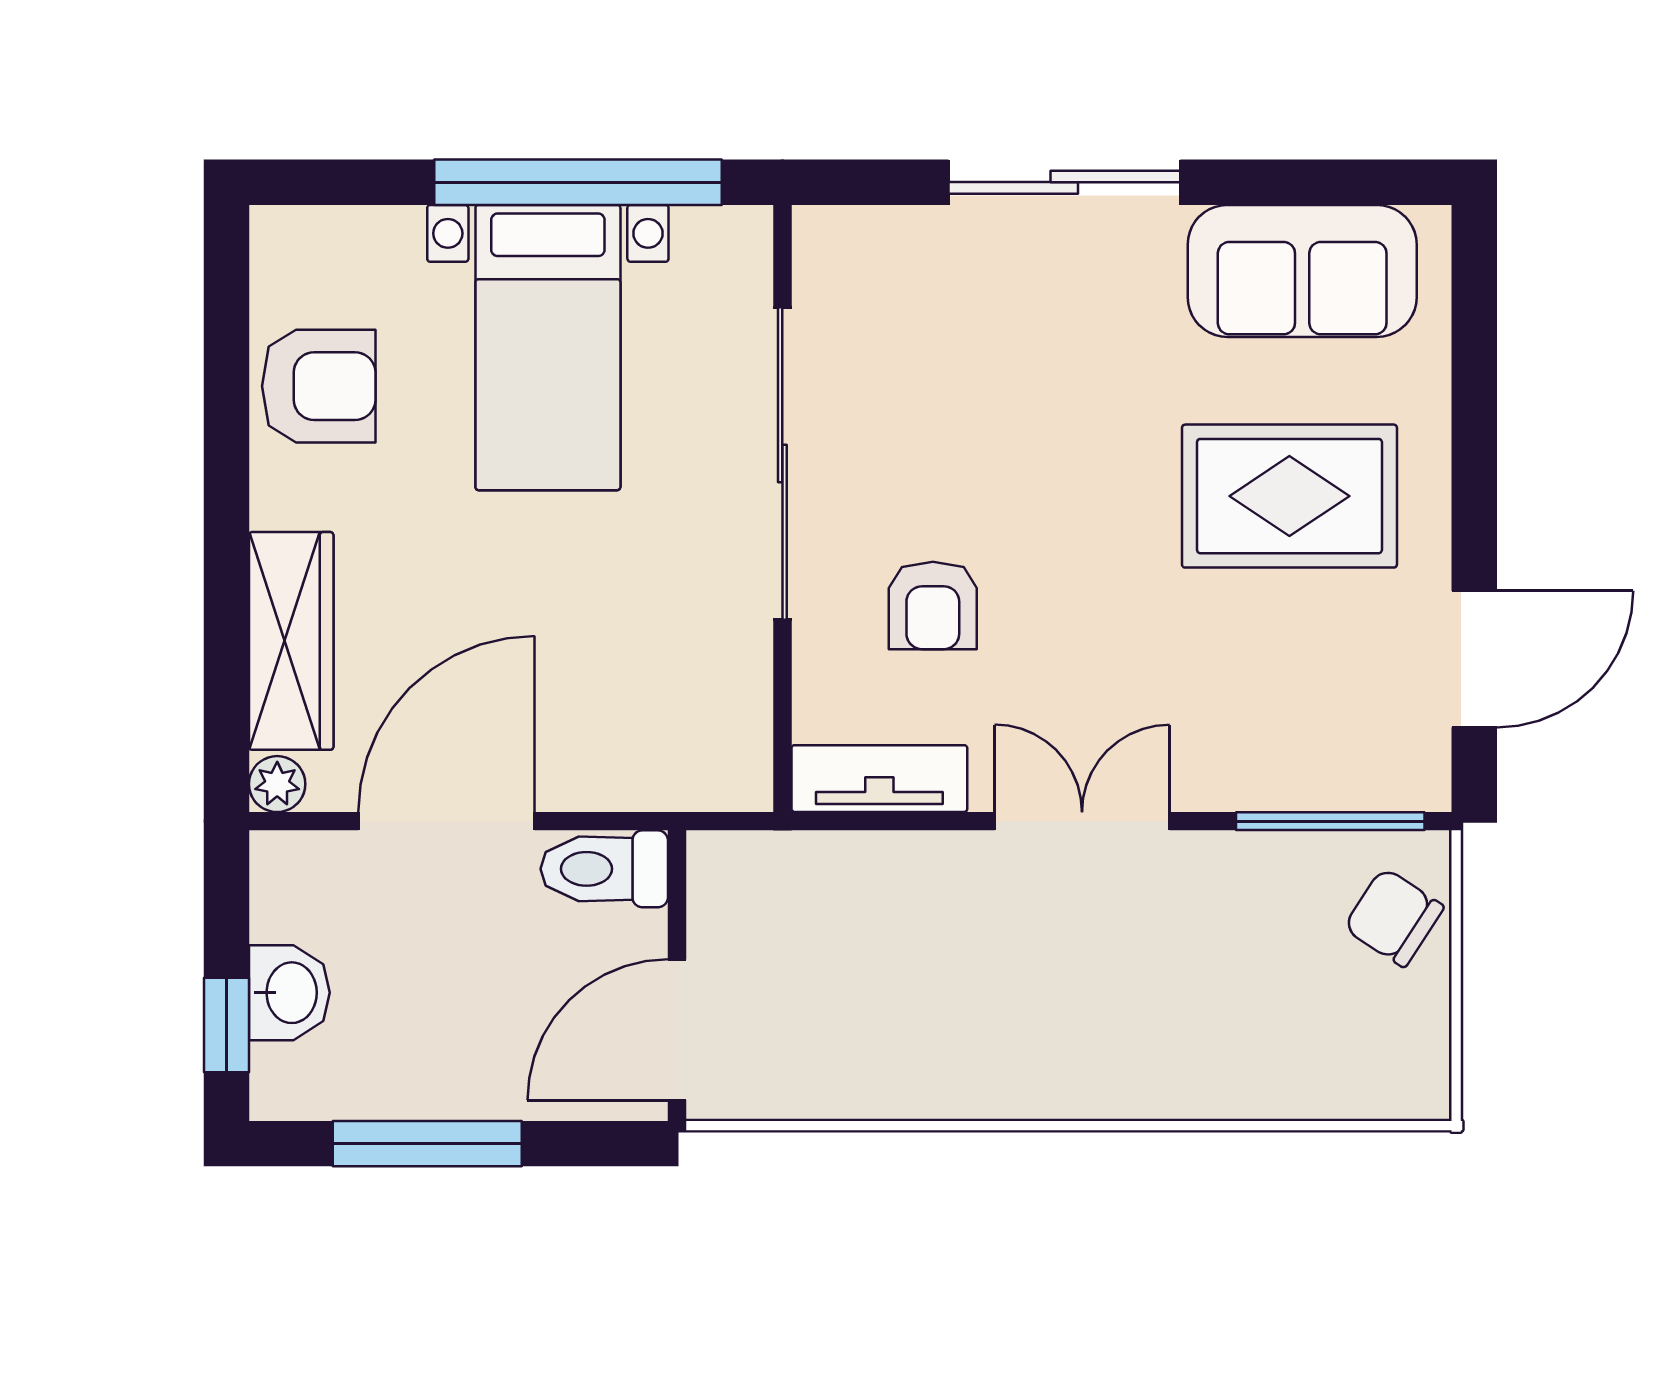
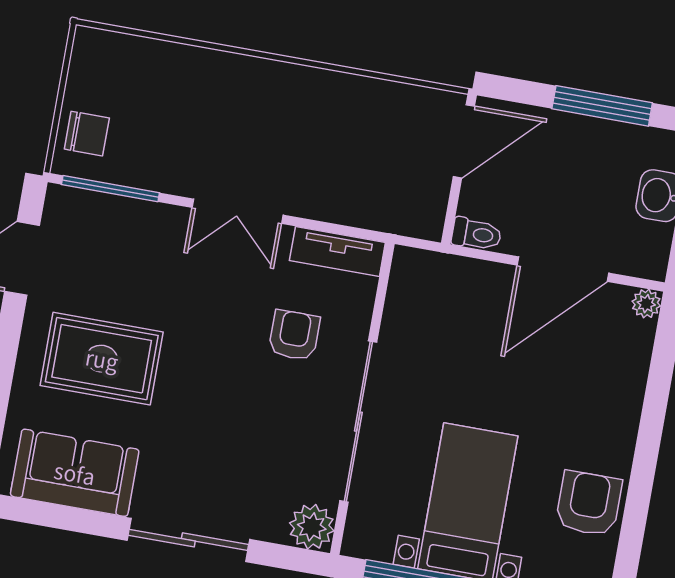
plant: (835, 249) -> (312, 527), added
armchair: (319, 386) -> (589, 504), turned 90
wardrobe: (291, 641) -> (626, 376), removed
toilet: (604, 869) -> (476, 234), width x0.73, depth x0.72
chair: (1394, 917) -> (87, 134), turned -33

